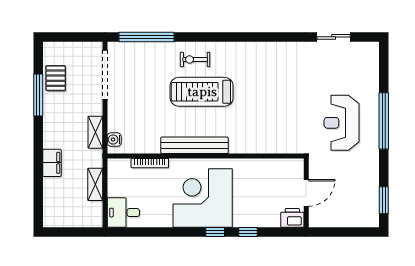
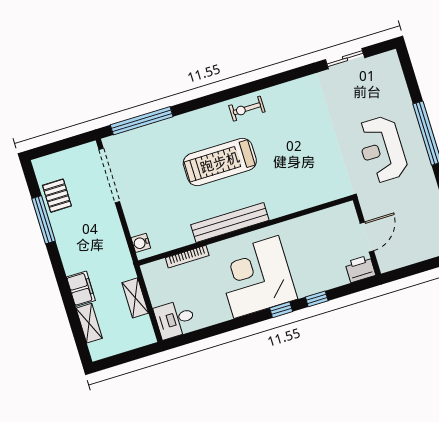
exercise bike: (195, 59) -> (247, 109), moved
shelving: (95, 132) -> (89, 323), moved

